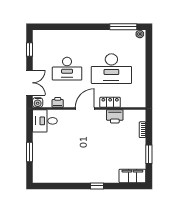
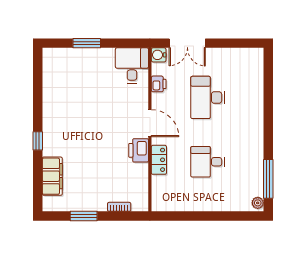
window: (30, 49) -> (236, 43), removed
desk: (111, 69) -> (208, 162), width x0.53, depth x0.77
printer: (115, 116) -> (139, 150), moved
filing cabinet: (132, 176) -> (52, 176), moved

